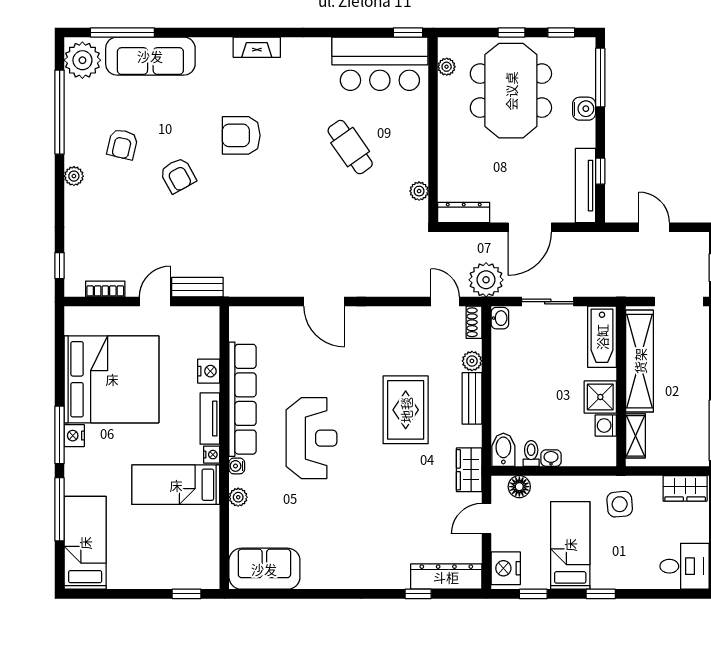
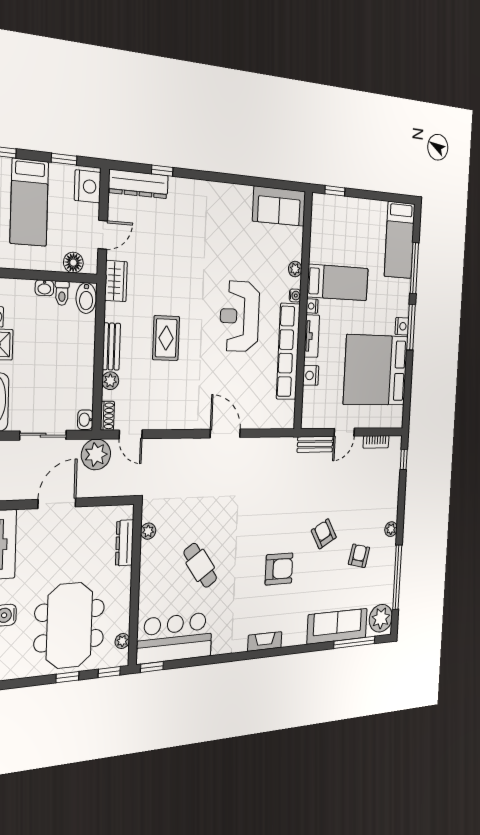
window: (561, 32) -> (109, 672), moved
dresser: (464, 212) -> (125, 543), moved, turned 90
rug: (406, 410) -> (166, 338), width x0.73, depth x0.70

